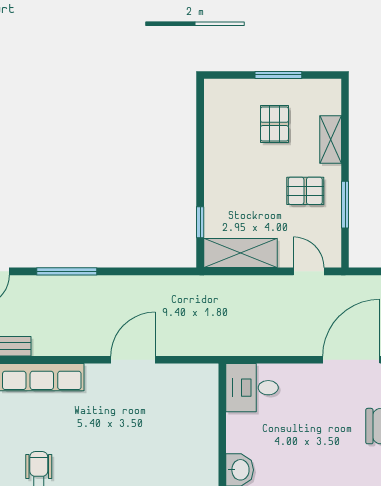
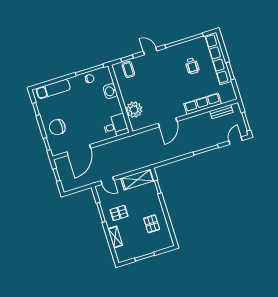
pallet: (274, 124) -> (152, 224), moved
plant: (199, 412) -> (134, 110), added

